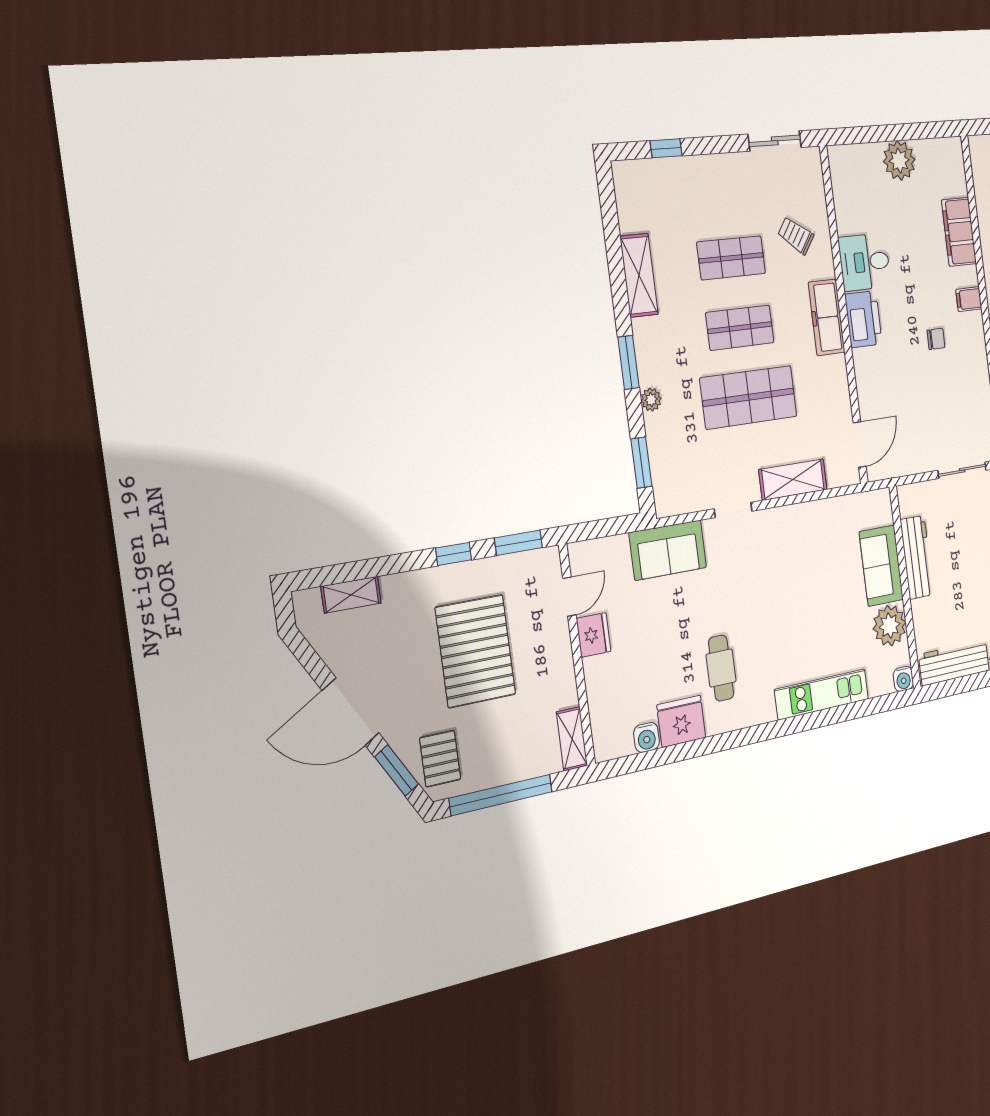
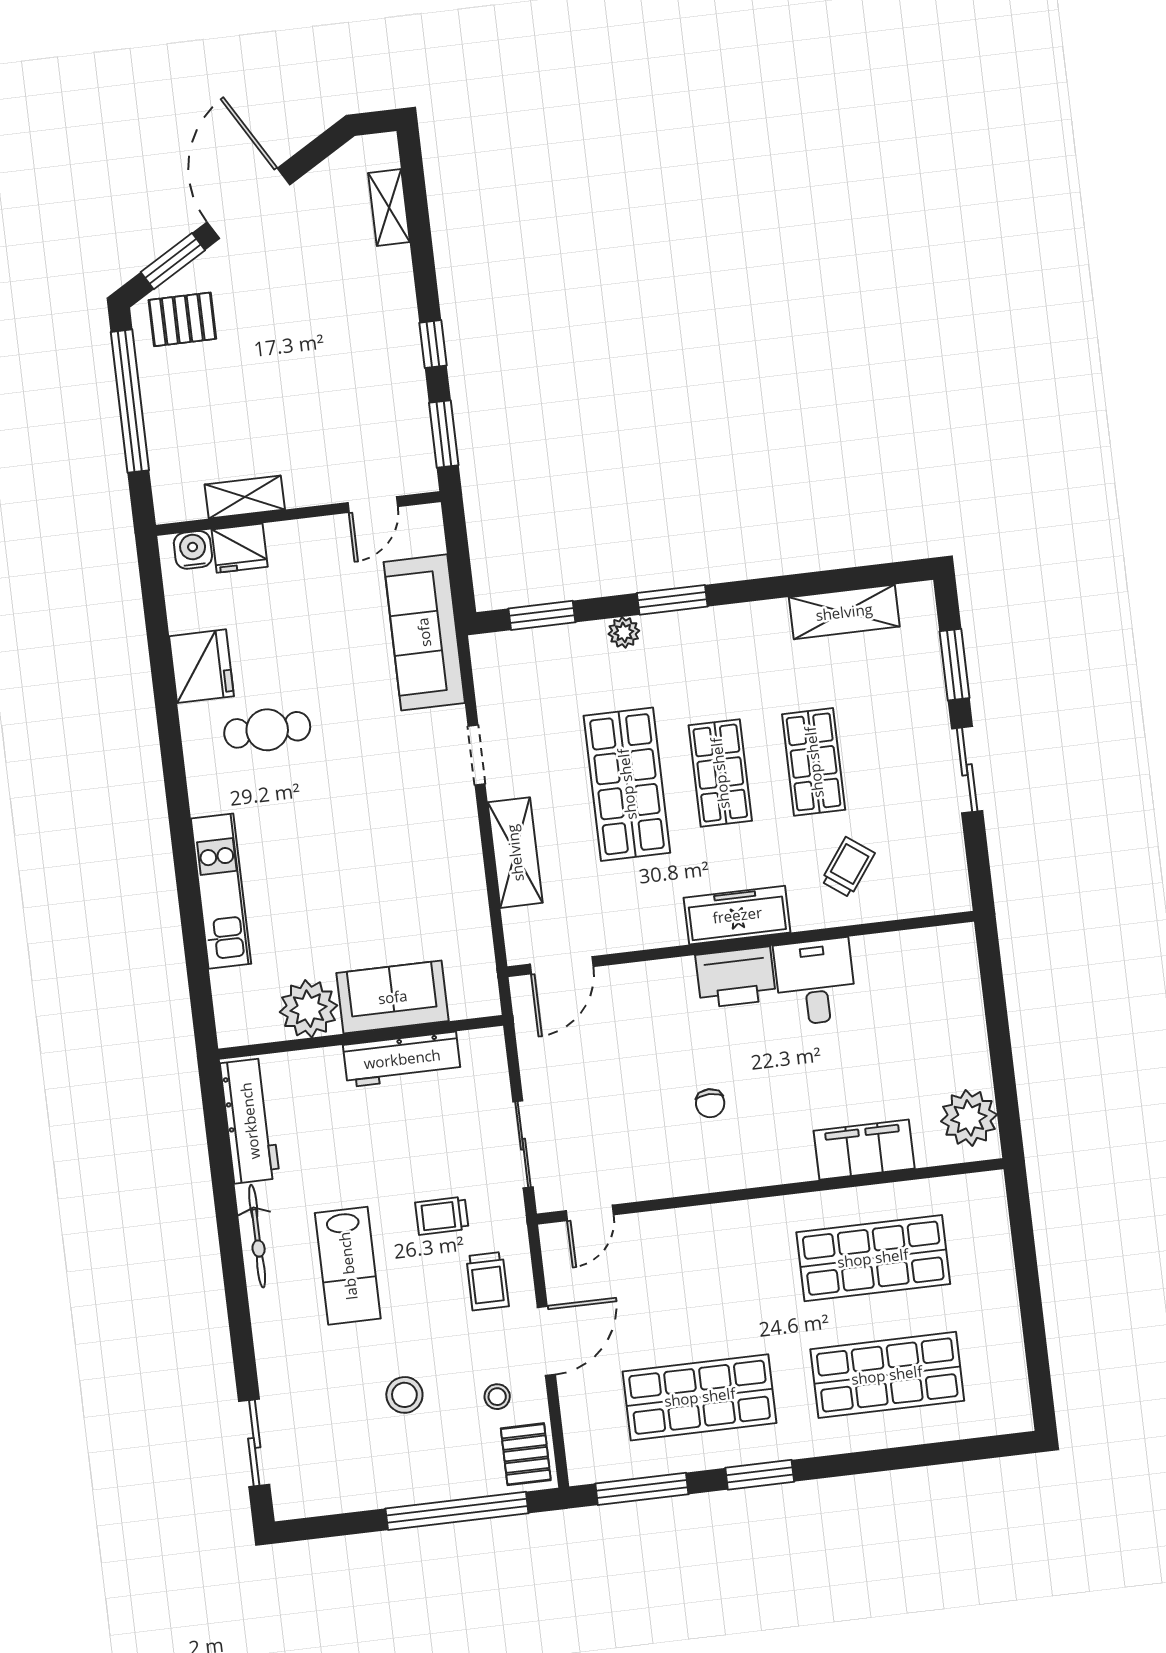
sliding door: (775, 141) -> (967, 770), moved
window: (666, 148) -> (955, 665), width x1.50
plant: (899, 160) -> (969, 1118), moved
shelving: (639, 275) -> (844, 612), moved
filing cabinet: (969, 299) -> (768, 1164), removed
door: (860, 444) -> (562, 965), hinge flipped
sofa: (668, 550) -> (424, 632), width x1.36
door: (569, 597) -> (373, 505), hinge flipped
fridge: (594, 635) -> (240, 548), moved
pallet: (475, 651) -> (311, 371), removed
water cooler: (903, 679) -> (233, 1030), removed
water cooler: (647, 737) -> (193, 550), moved, turned 90
shelving: (572, 739) -> (245, 497), moved

